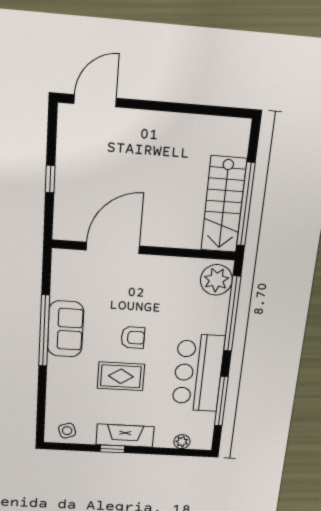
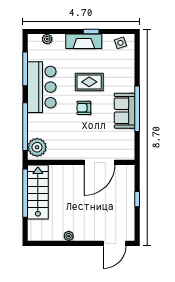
plant: (178, 122) -> (69, 236), added

